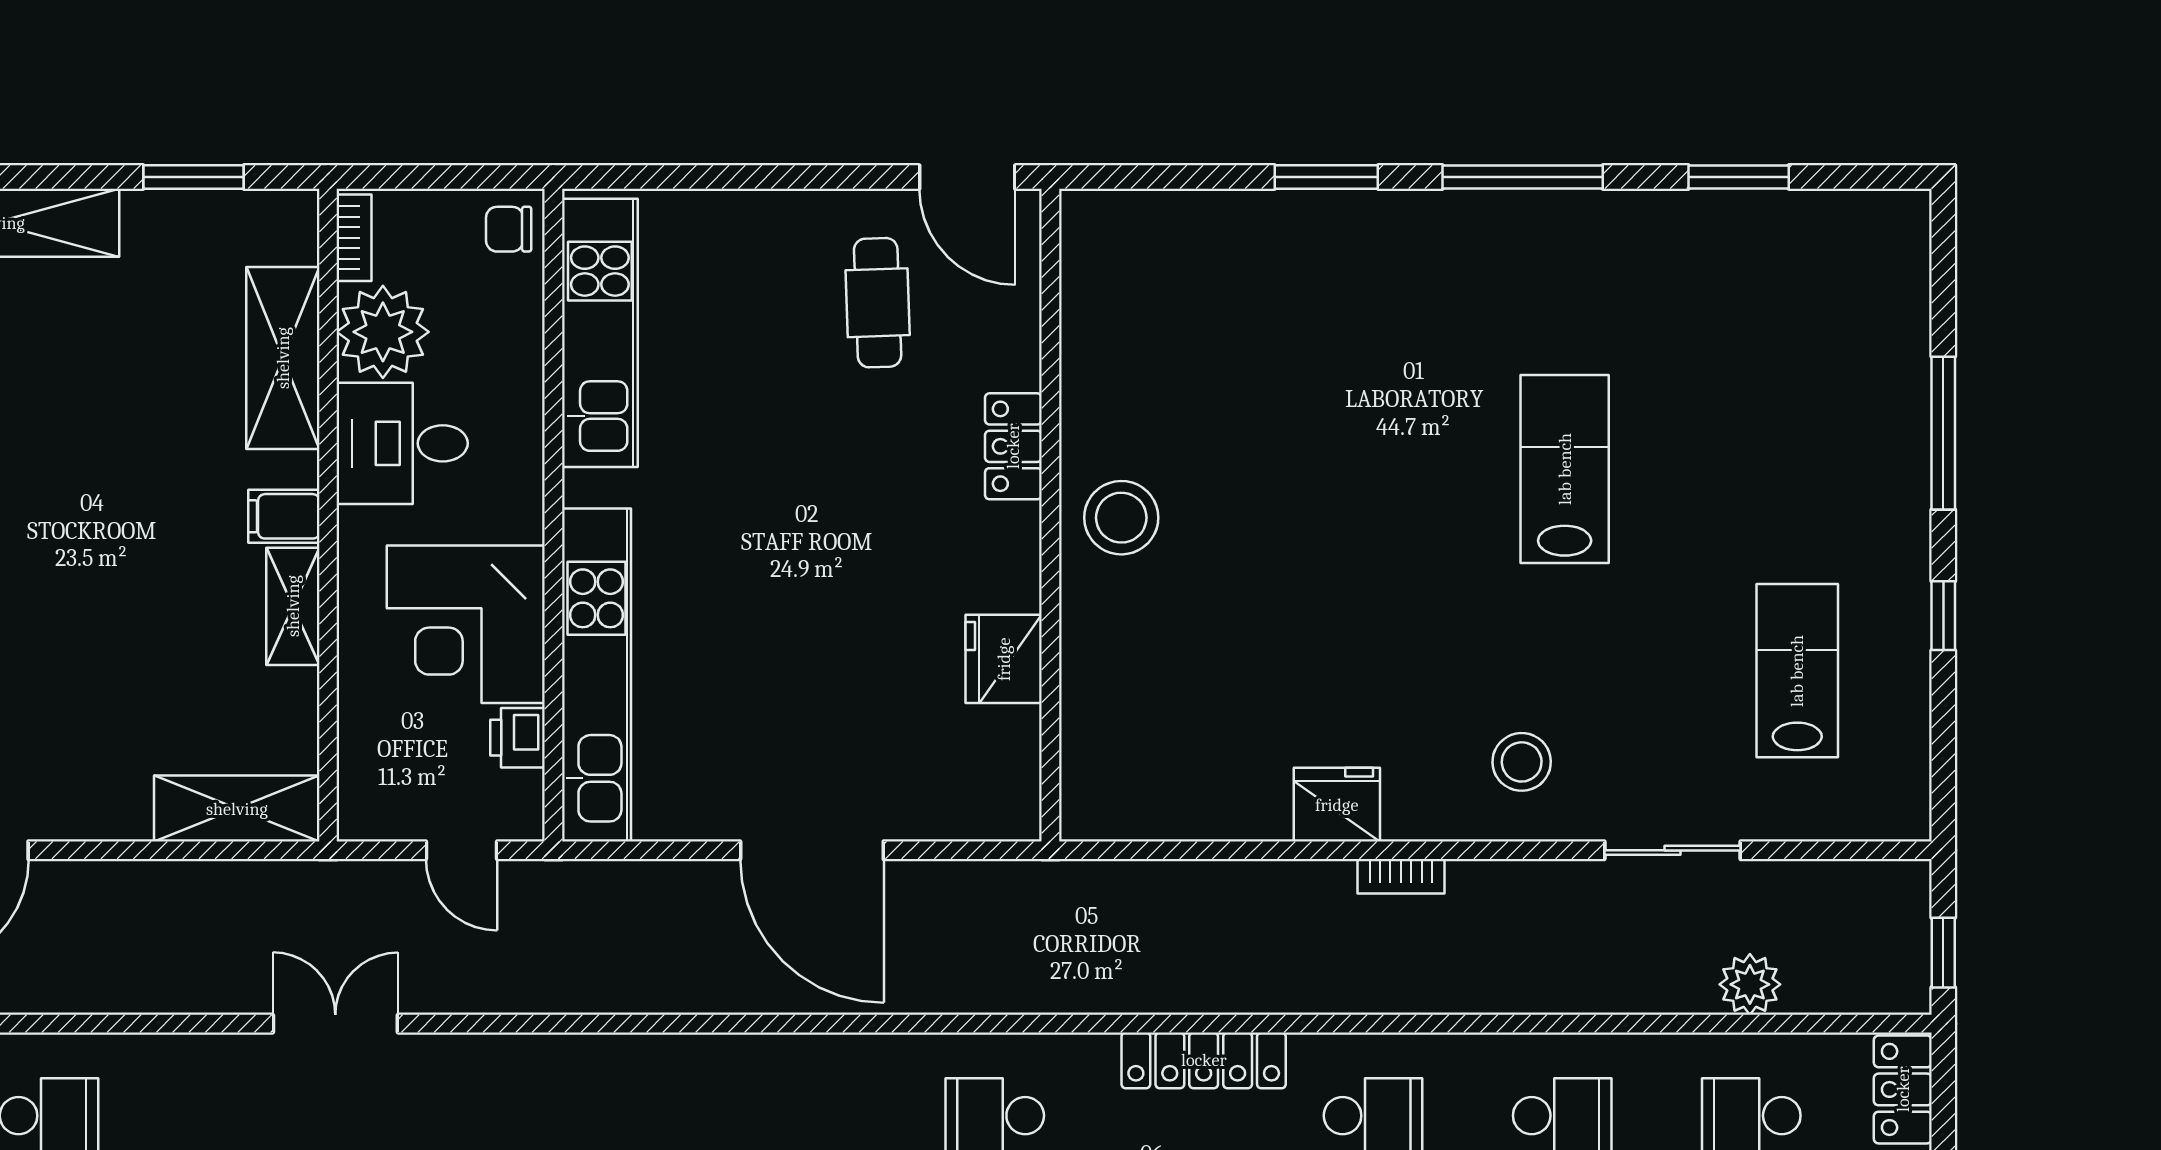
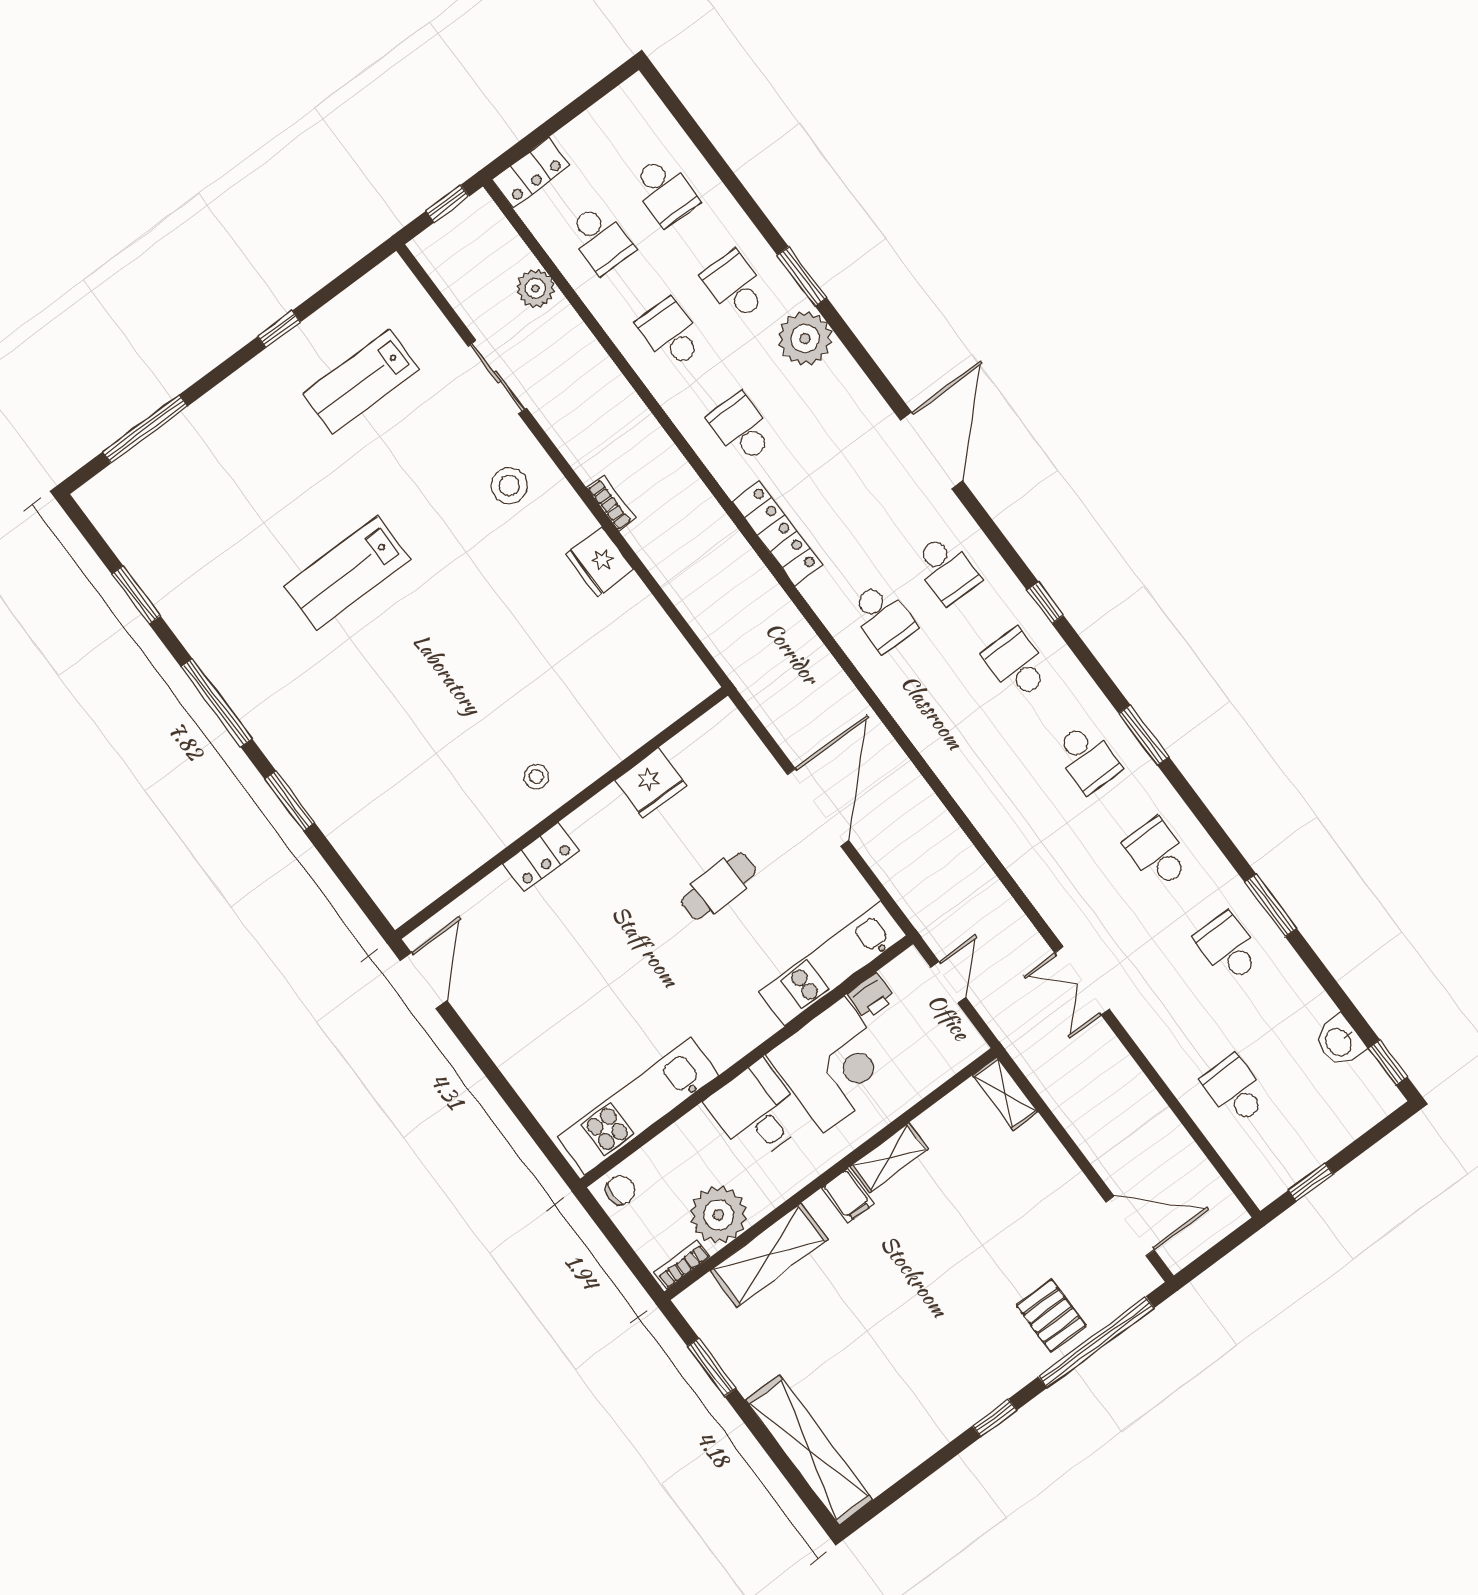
chair: (509, 229) -> (620, 1190), turned -90
cafe table: (878, 303) -> (719, 886), moved
window: (1943, 433) -> (145, 429), moved
desk: (402, 443) -> (757, 1112), moved, turned 180
stool: (1121, 518) -> (536, 777), width x0.53, depth x0.53
kitchen unit: (597, 675) -> (833, 964), width x0.73
shelving: (237, 809) -> (1005, 1093), width x0.67, depth x0.75

